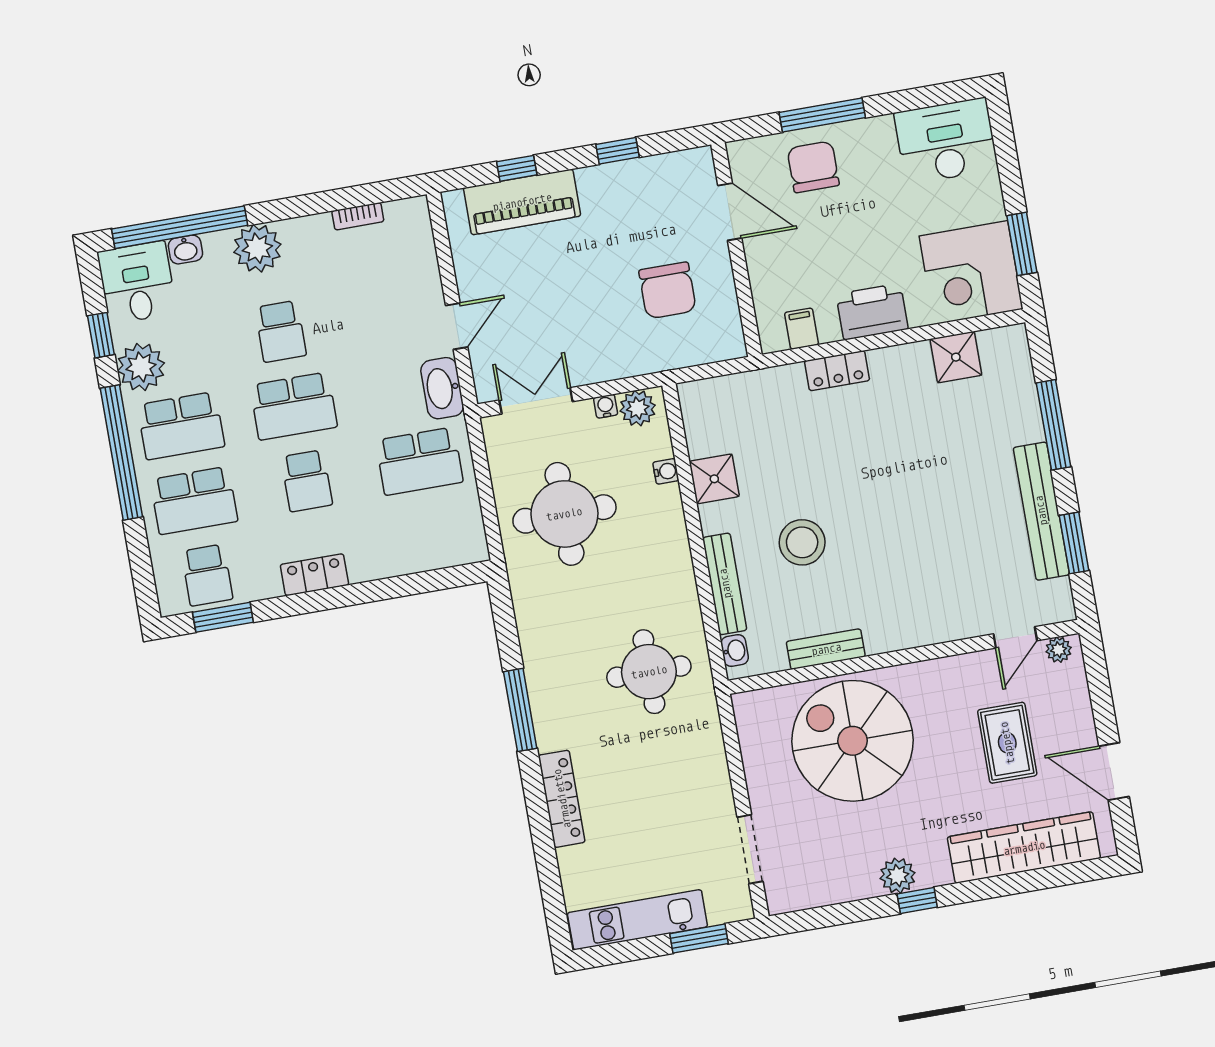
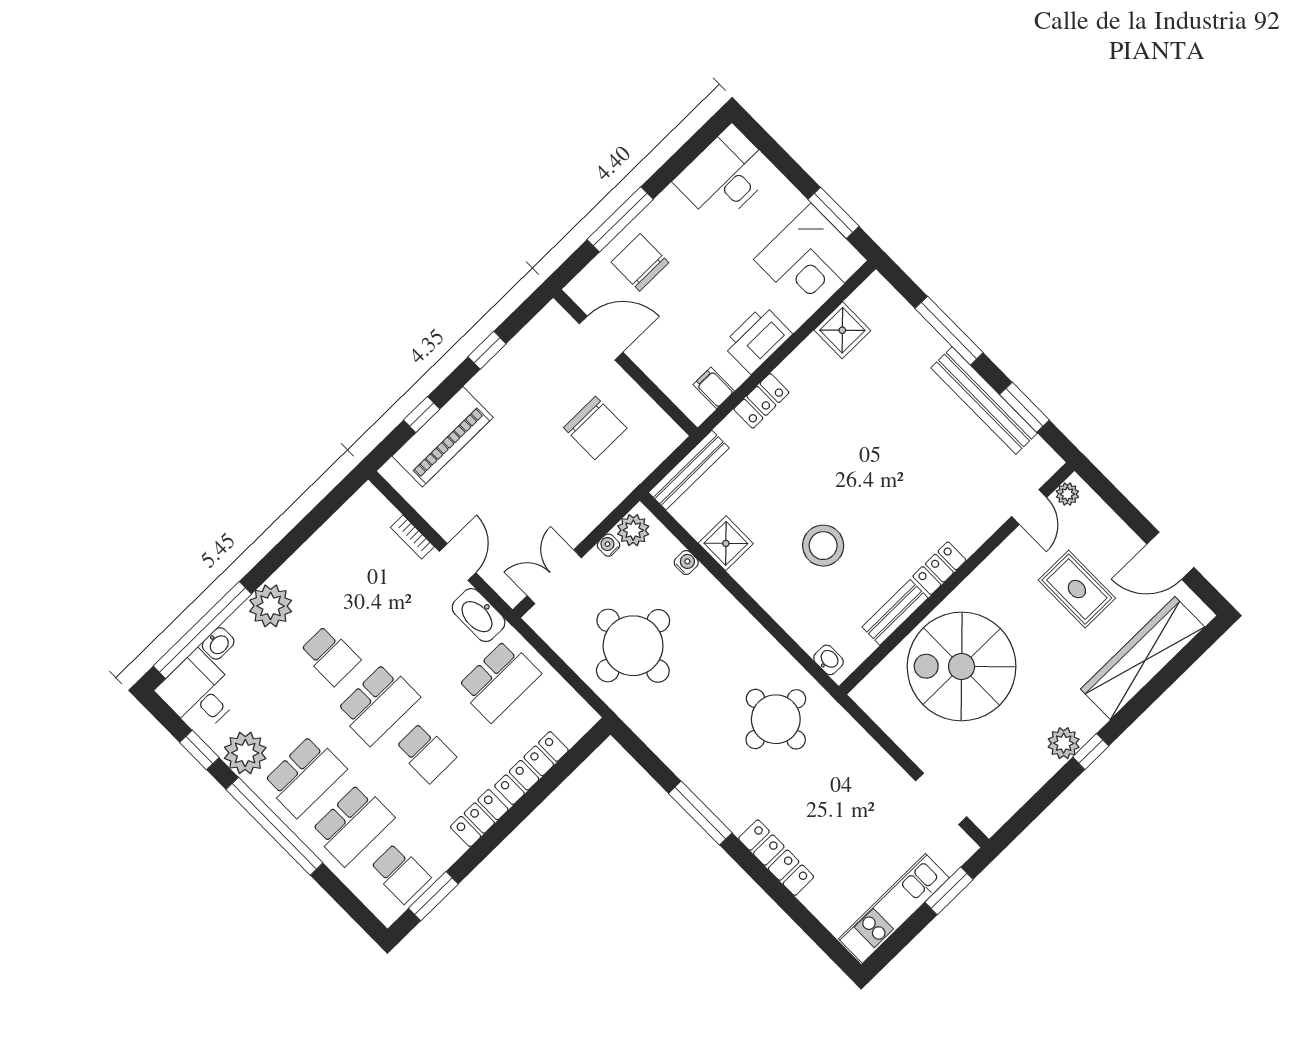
bookcase: (358, 216) -> (412, 537), moved, turned 90
locker: (394, 562) -> (531, 768), added
bench: (725, 584) -> (689, 470), moved, turned 90
locker: (894, 637) -> (939, 568), added

